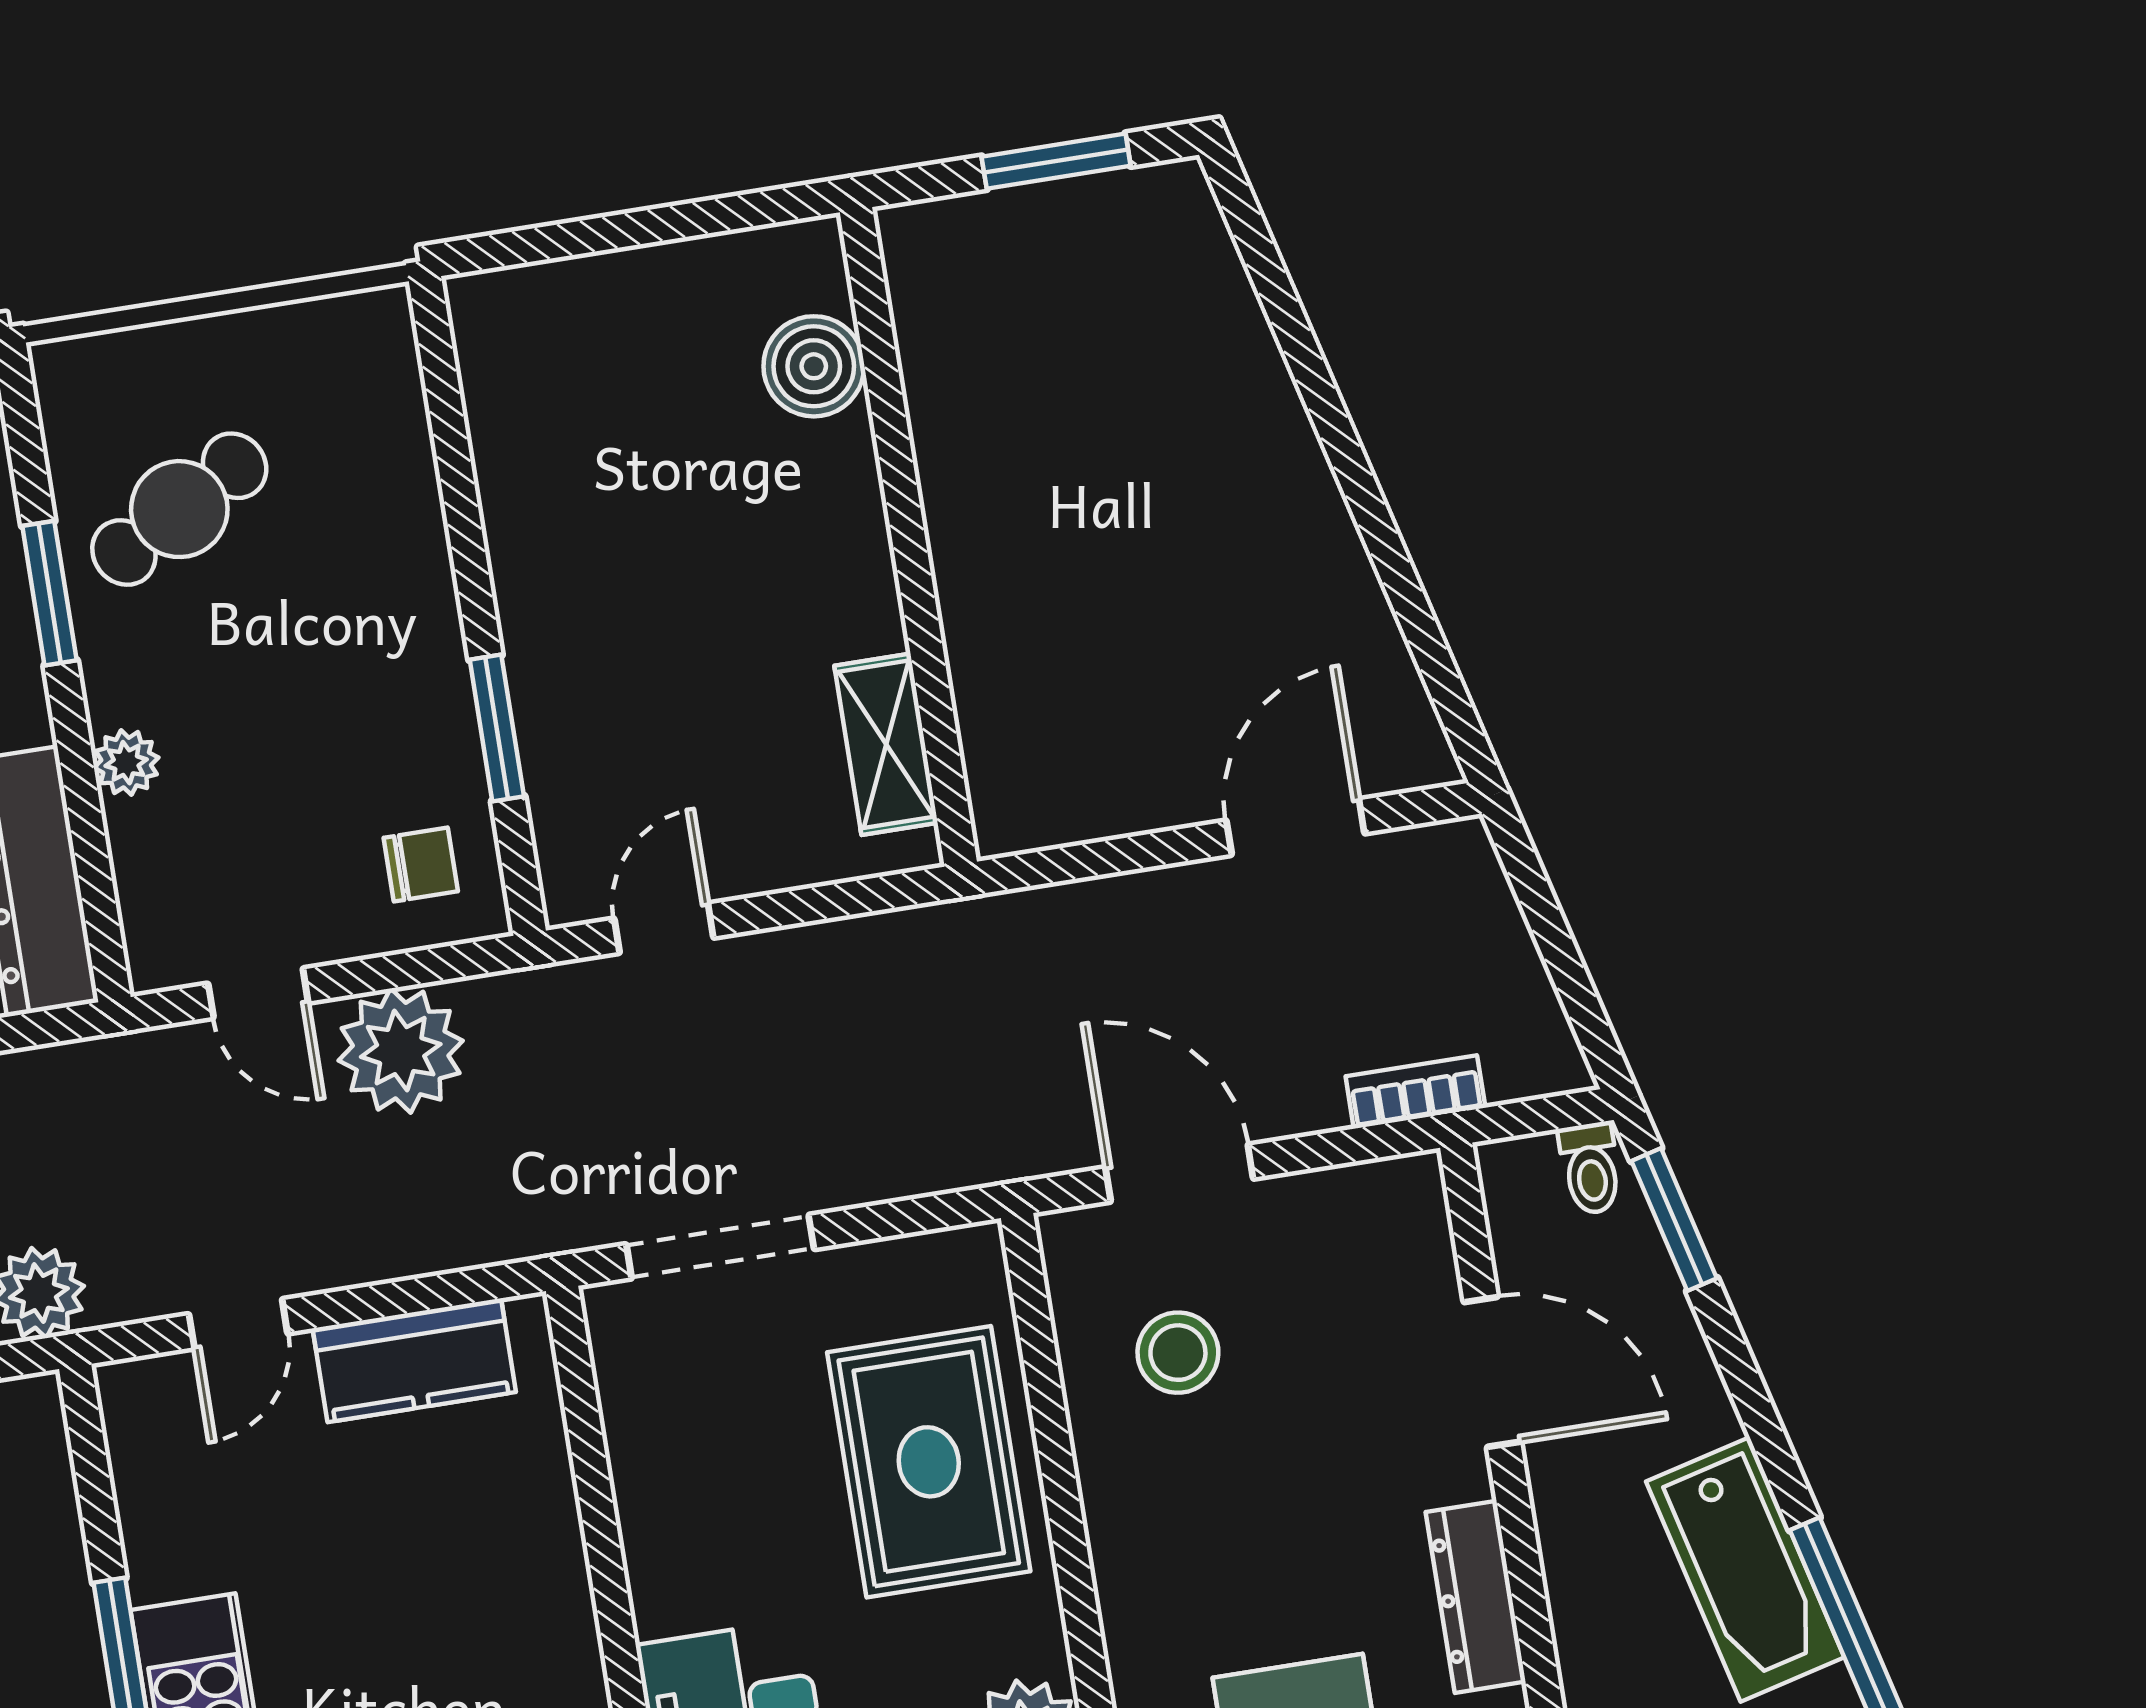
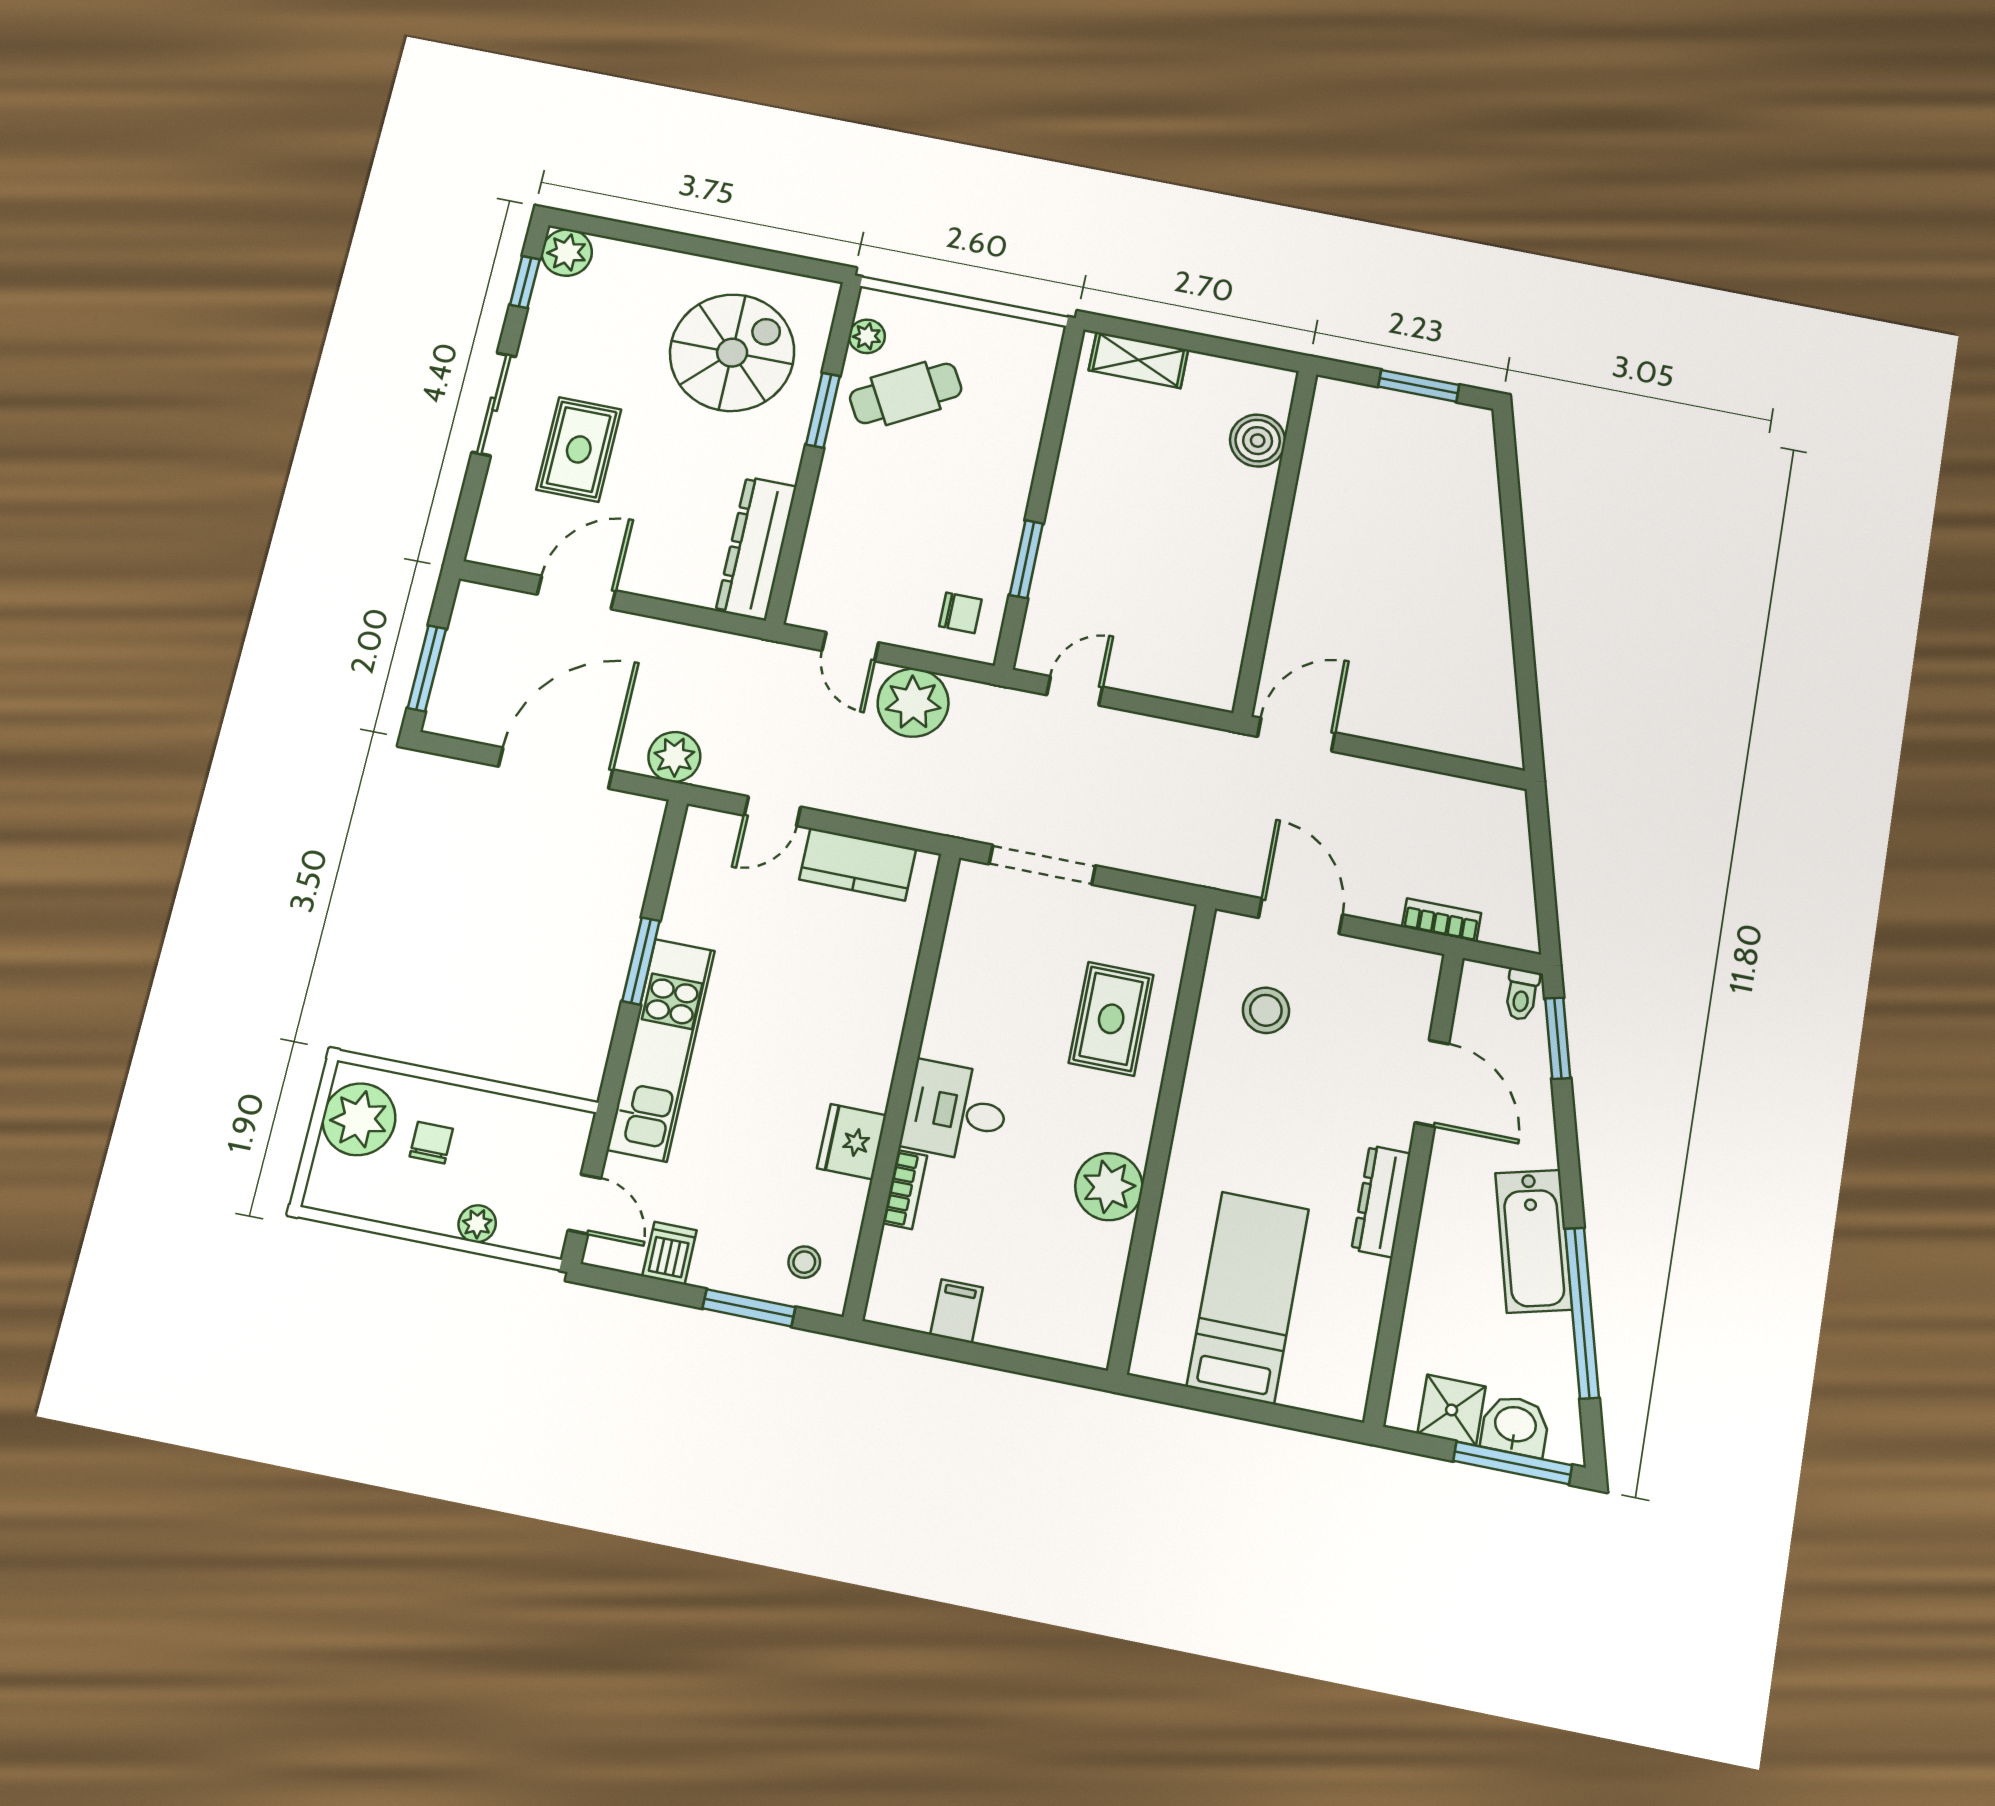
shelving: (886, 744) -> (1138, 360), moved, turned 90
plant: (126, 763) -> (867, 336), moved
door: (1295, 827) -> (1296, 735), moved
rug: (929, 1462) -> (1111, 1019), width x0.73, depth x0.70

